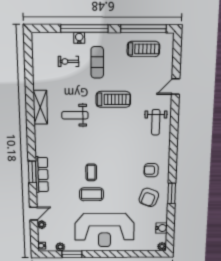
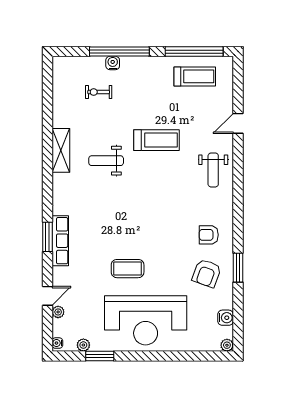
exercise mat: (97, 62) -> (136, 93), removed
coffee table: (91, 172) -> (127, 238), removed

